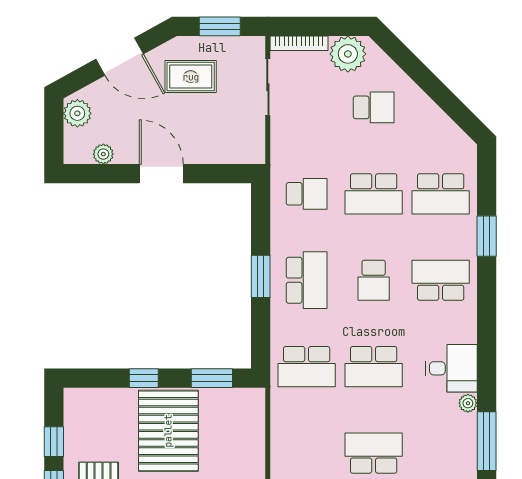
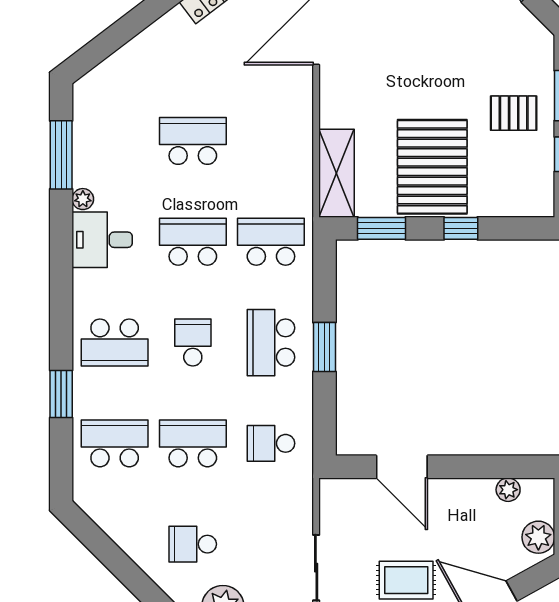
door: (161, 174) -> (402, 467), moved
shelving: (250, 425) -> (337, 173), added
school desk: (374, 453) -> (193, 141), turned 180

